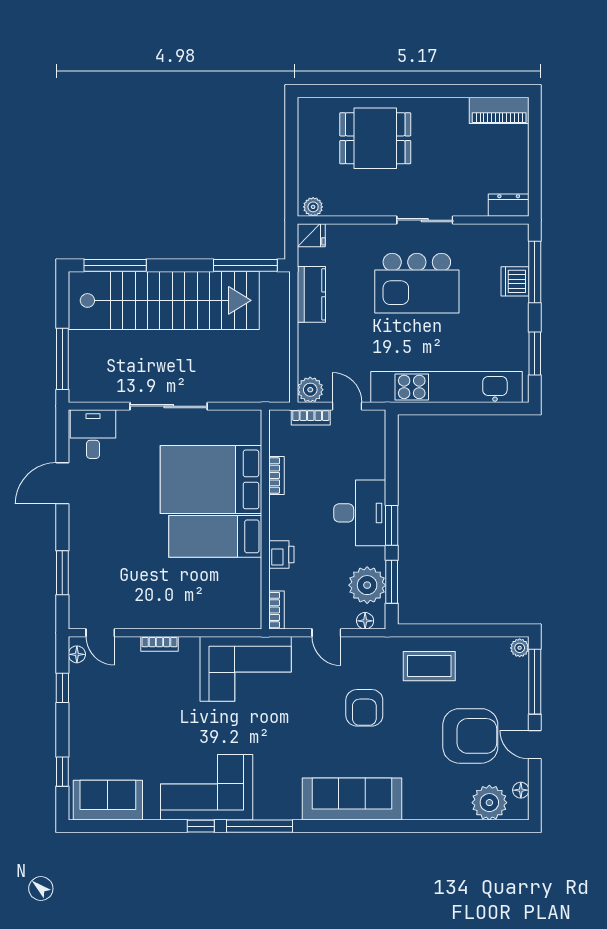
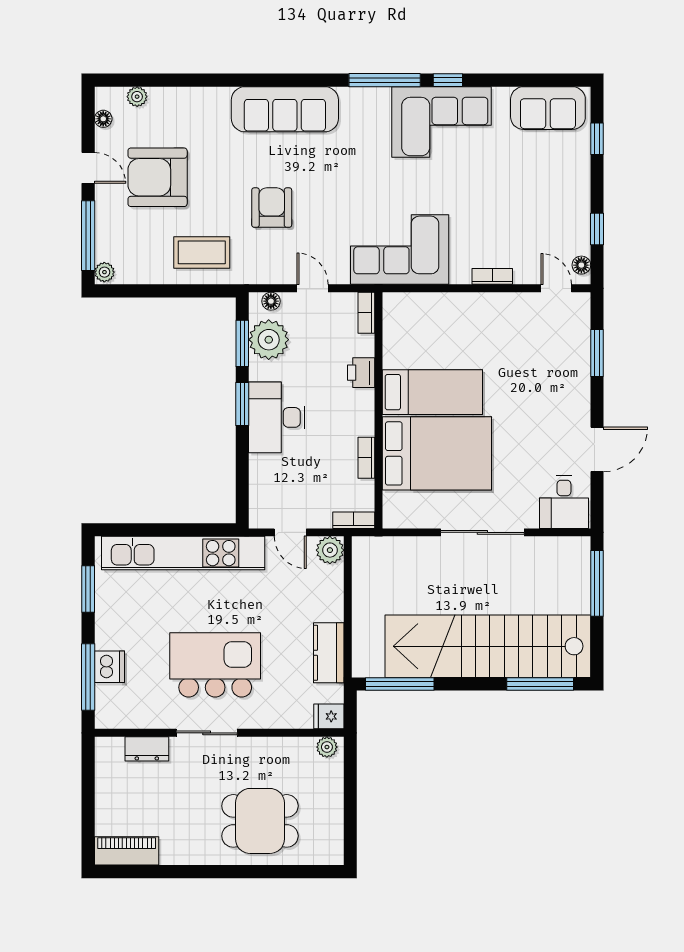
dresser: (509, 205) -> (147, 749), moved
bookcase: (311, 417) -> (354, 520), moved
plant: (489, 803) -> (137, 97), width x0.53, depth x0.53

